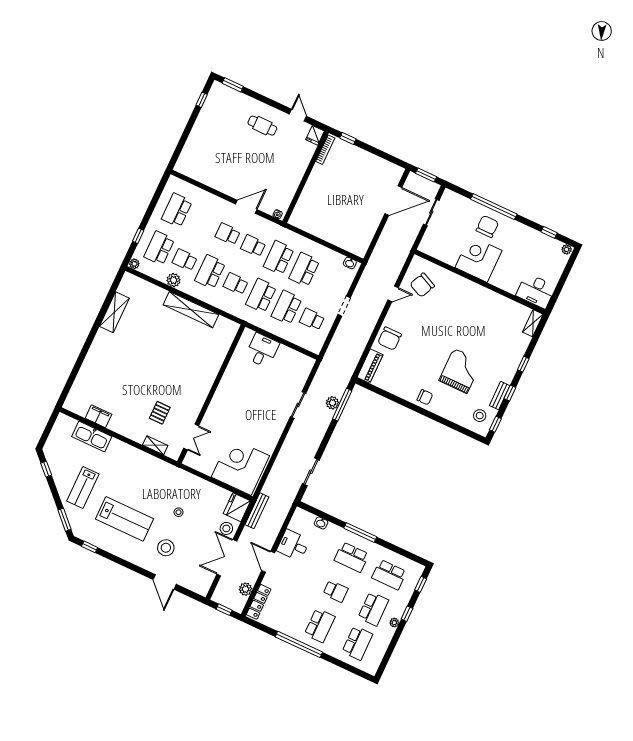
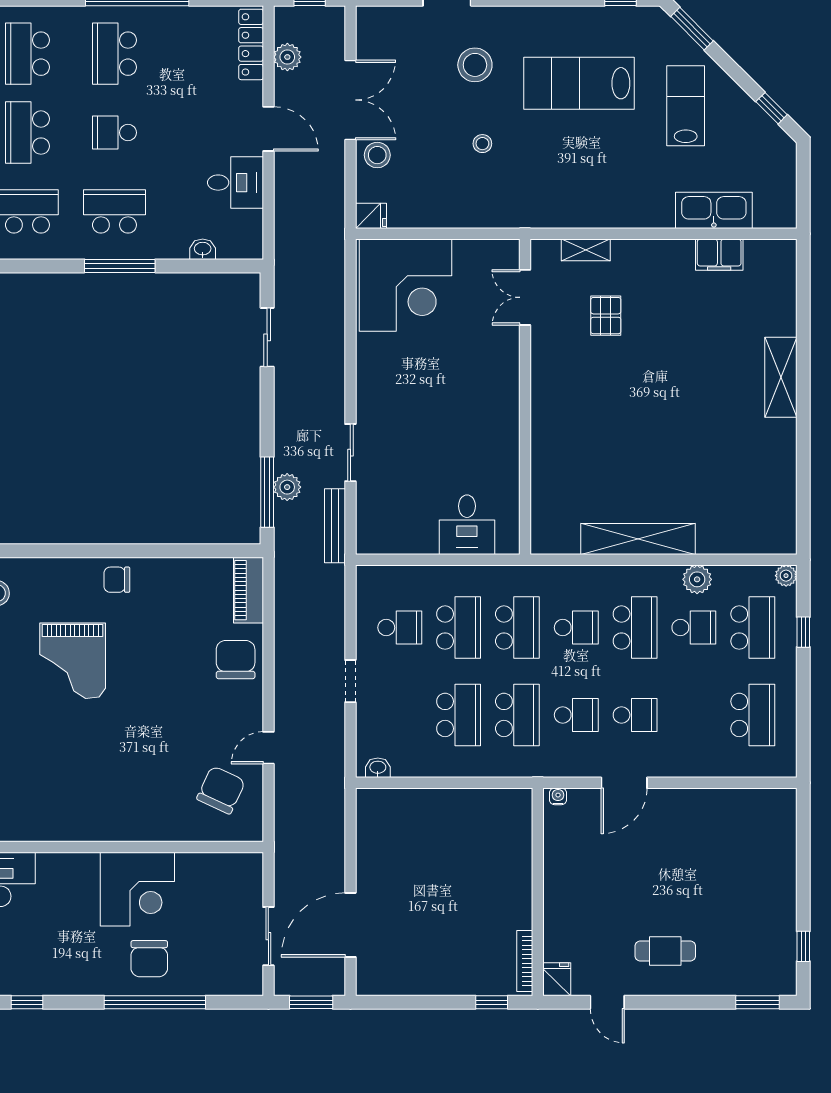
shelving: (114, 312) -> (781, 377), moved
fridge: (237, 507) -> (371, 216), width x0.53, depth x0.75
bench: (257, 511) -> (335, 526), moved

